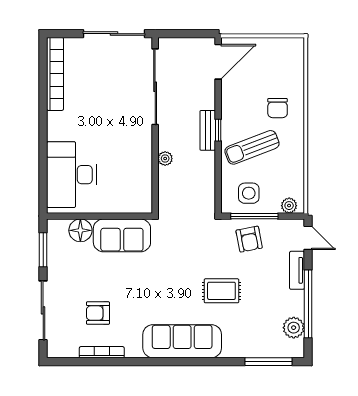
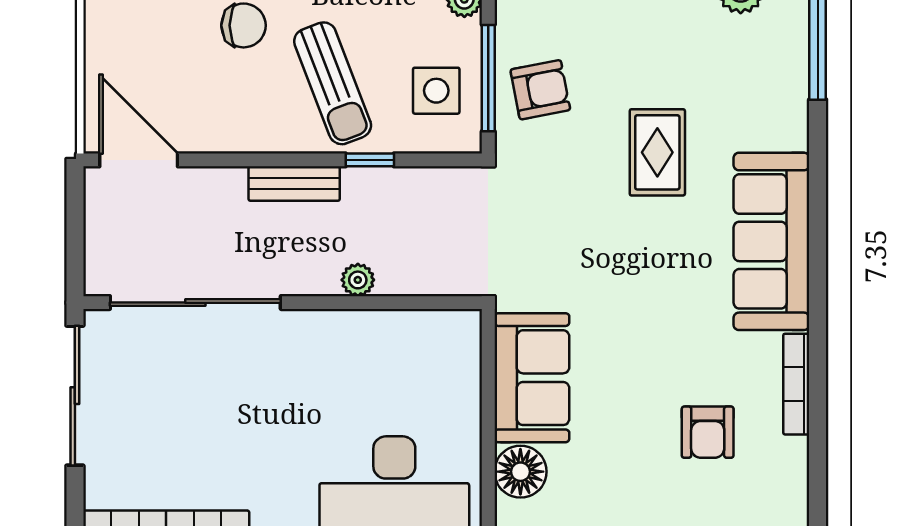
window: (218, 130) -> (370, 160), moved
bookcase: (102, 352) -> (796, 384), moved

